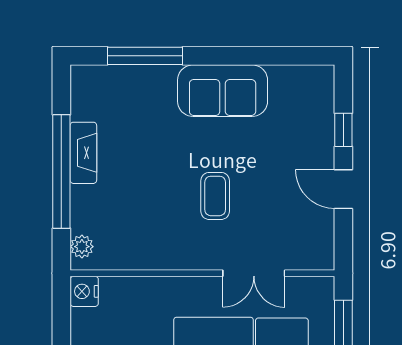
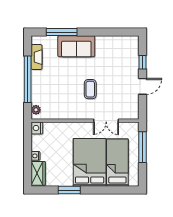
sofa: (223, 91) -> (76, 46), moved
fireplace: (83, 153) -> (37, 57), moved
door: (343, 189) -> (143, 86), swing flipped

